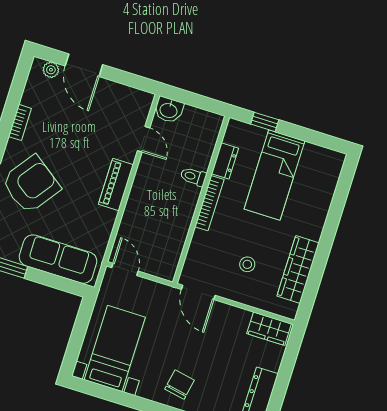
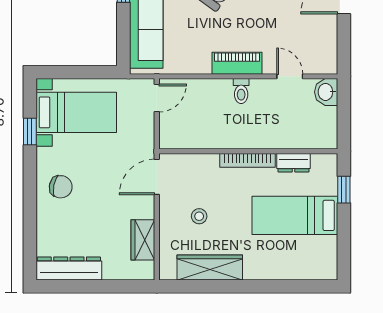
door: (144, 139) -> (290, 76), swing flipped
toilet: (193, 177) -> (241, 91), moved, turned 180
wardrobe: (269, 329) -> (143, 240), moved
window: (119, 397) -> (30, 131), added

